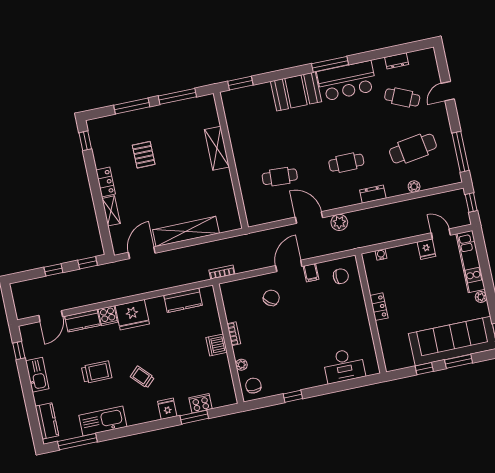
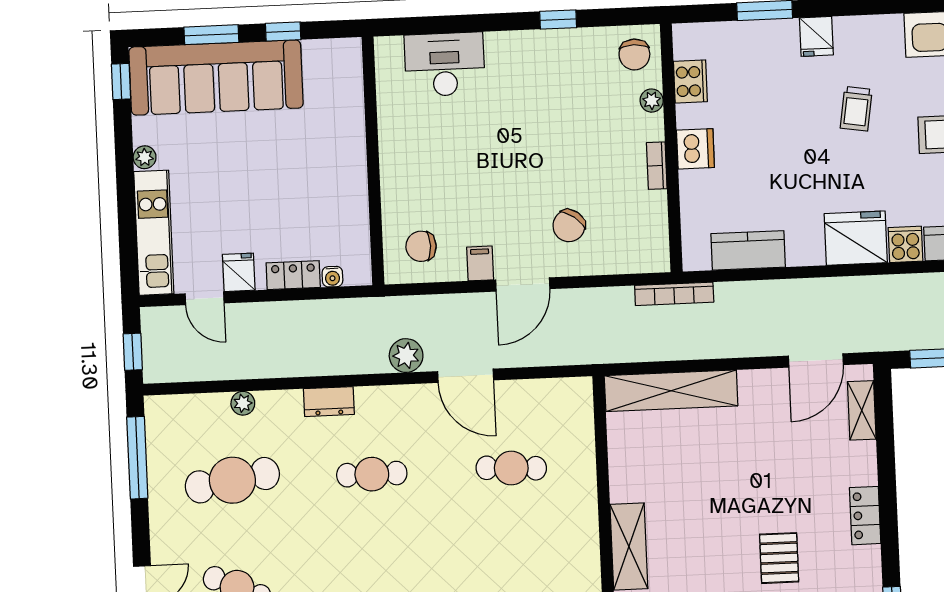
shelving: (111, 211) -> (862, 410), moved
shelving: (186, 231) -> (671, 391), moved
bookcase: (222, 272) -> (674, 294), width x1.56
locker: (379, 307) -> (293, 275), moved, turned 90
trolley: (142, 377) -> (856, 109), turned 53
cooker: (201, 403) -> (690, 81), moved, turned -90

